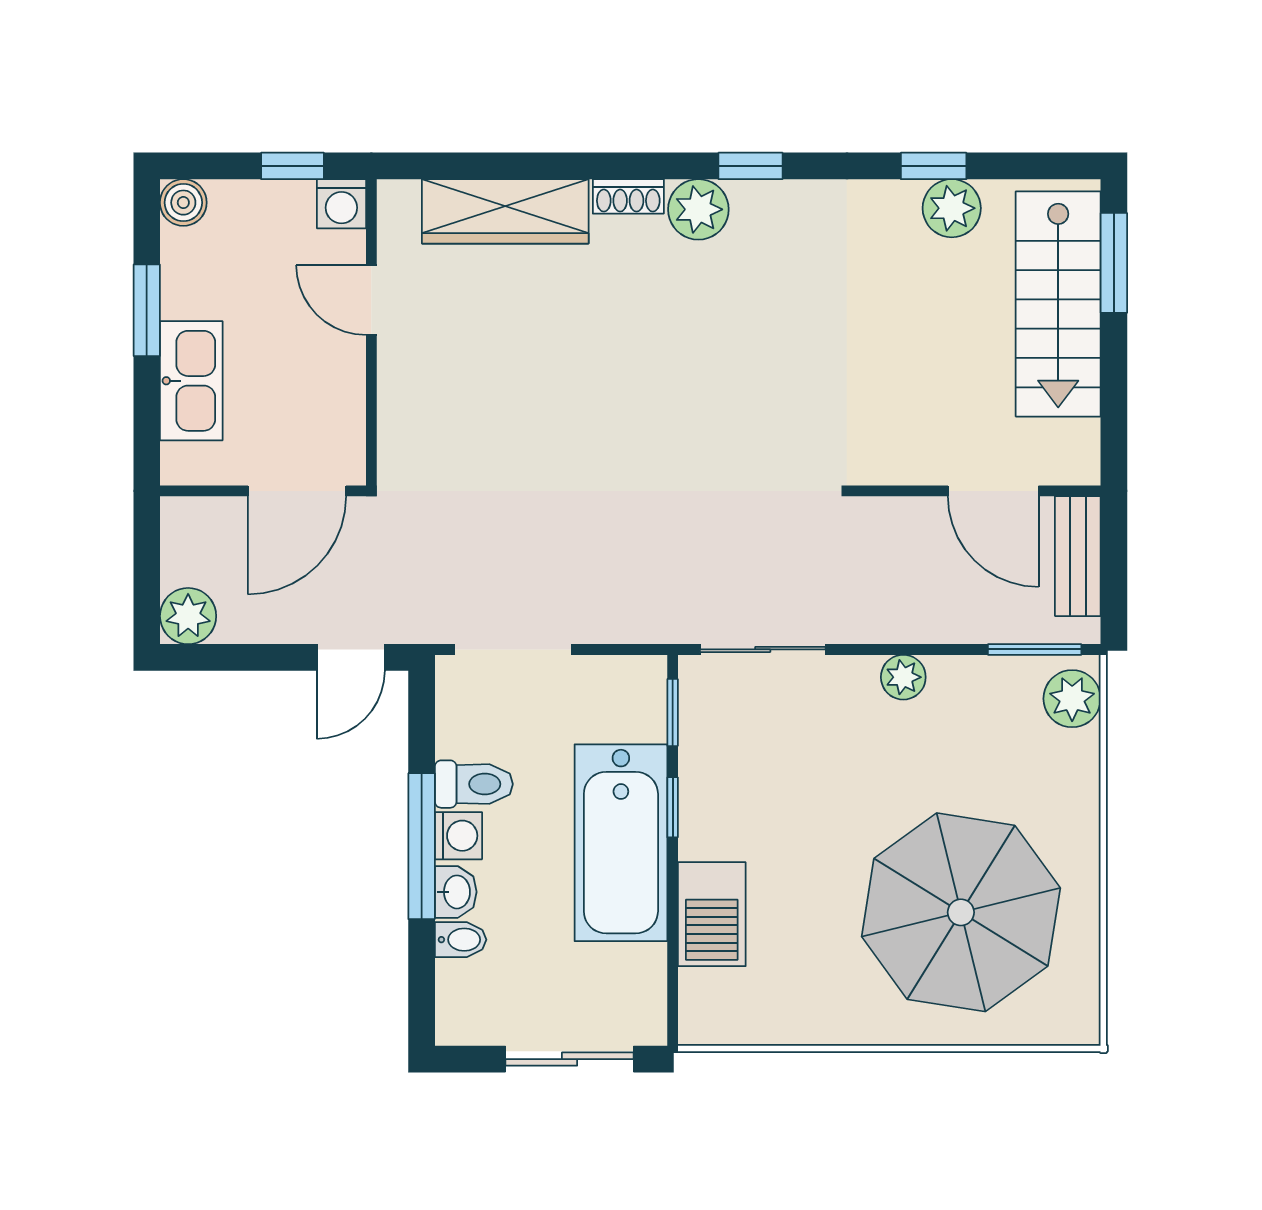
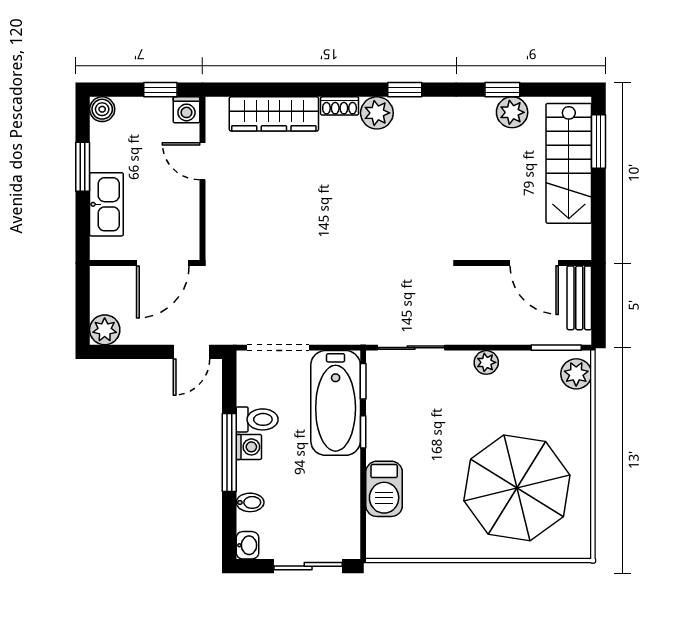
bathtub: (621, 843) -> (336, 403), moved
washbasin: (456, 892) -> (247, 545), moved

